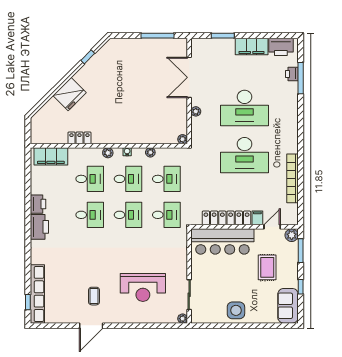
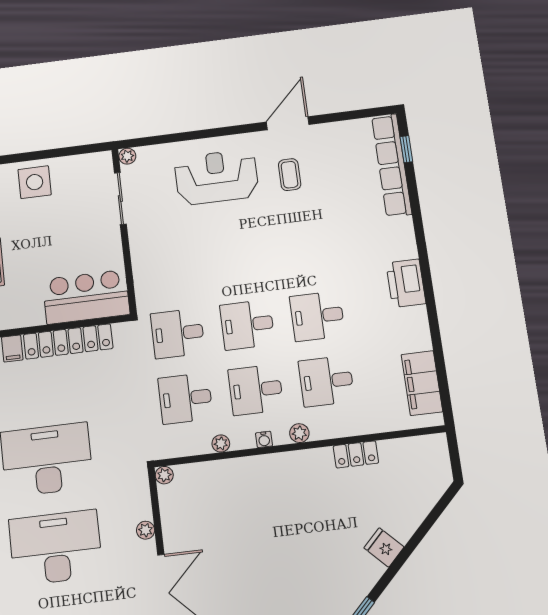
fridge: (70, 94) -> (384, 547), width x0.53, depth x0.75
filing cabinet: (51, 156) -> (422, 383), moved, turned -90
printer: (38, 204) -> (415, 324), removed
bar counter: (222, 241) -> (86, 297), width x0.73
reception desk: (143, 287) -> (216, 177), moved

